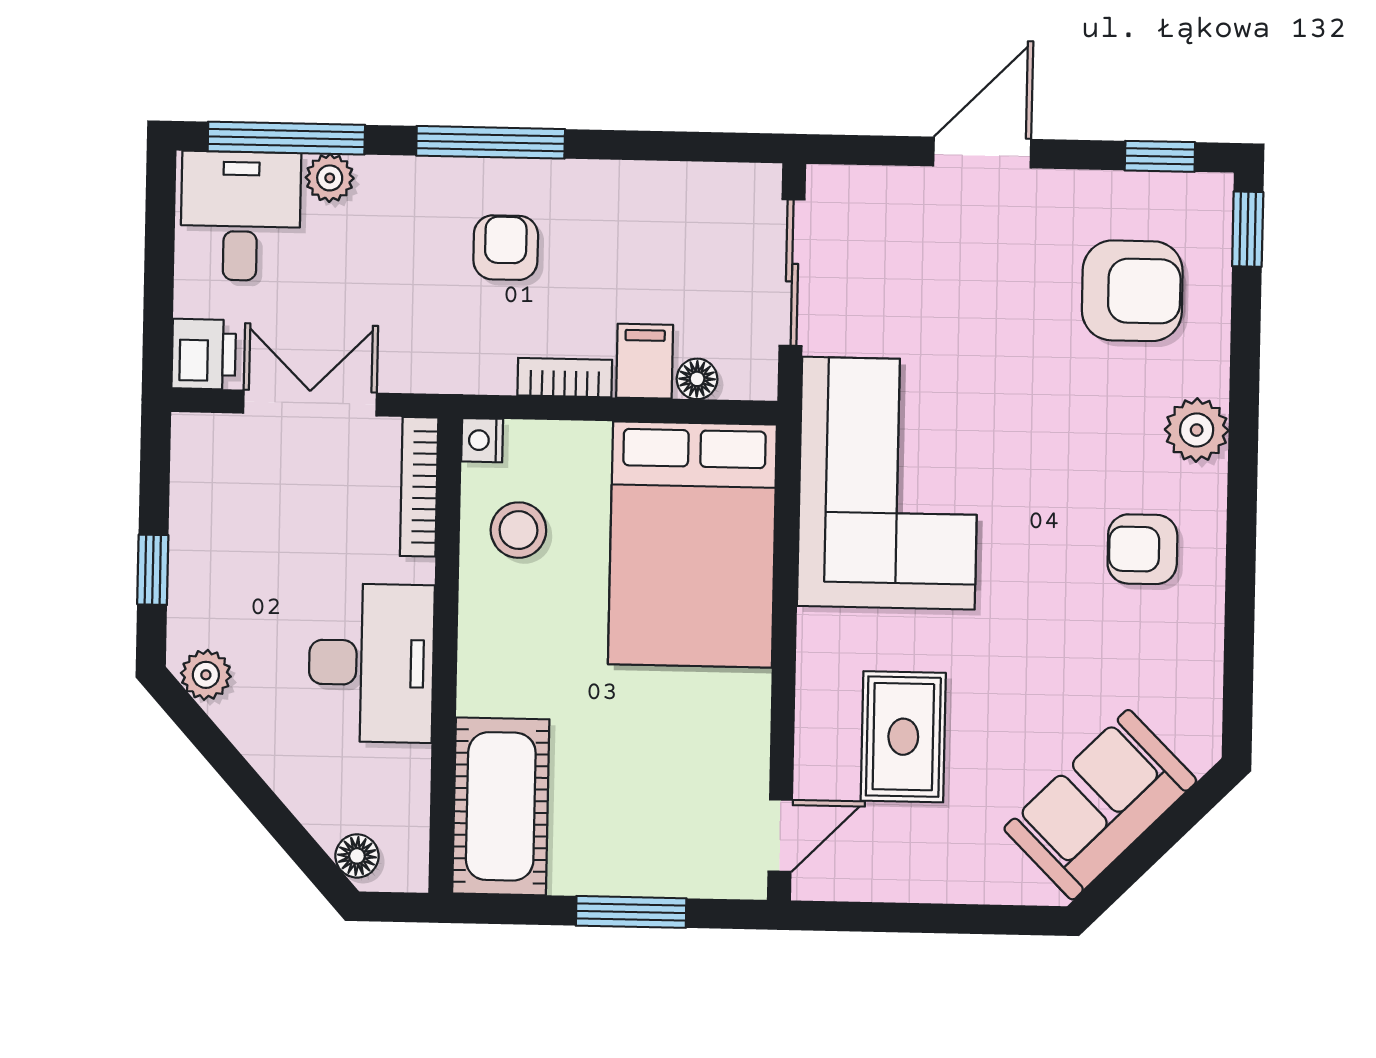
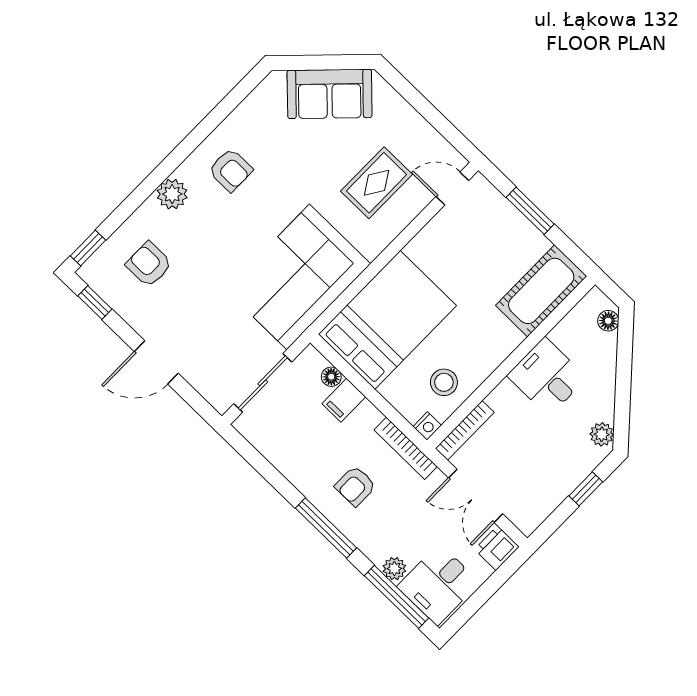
armchair: (1132, 291) -> (149, 264), width x0.72, depth x0.72
bookcase: (565, 378) -> (406, 448), moved, width x1.56
desk: (371, 663) -> (547, 377), width x0.73

